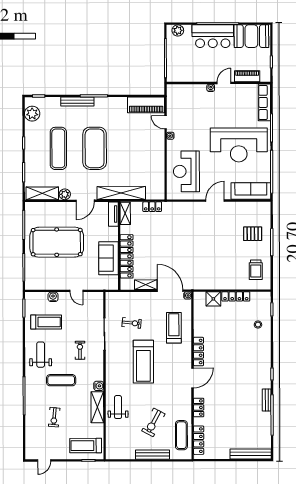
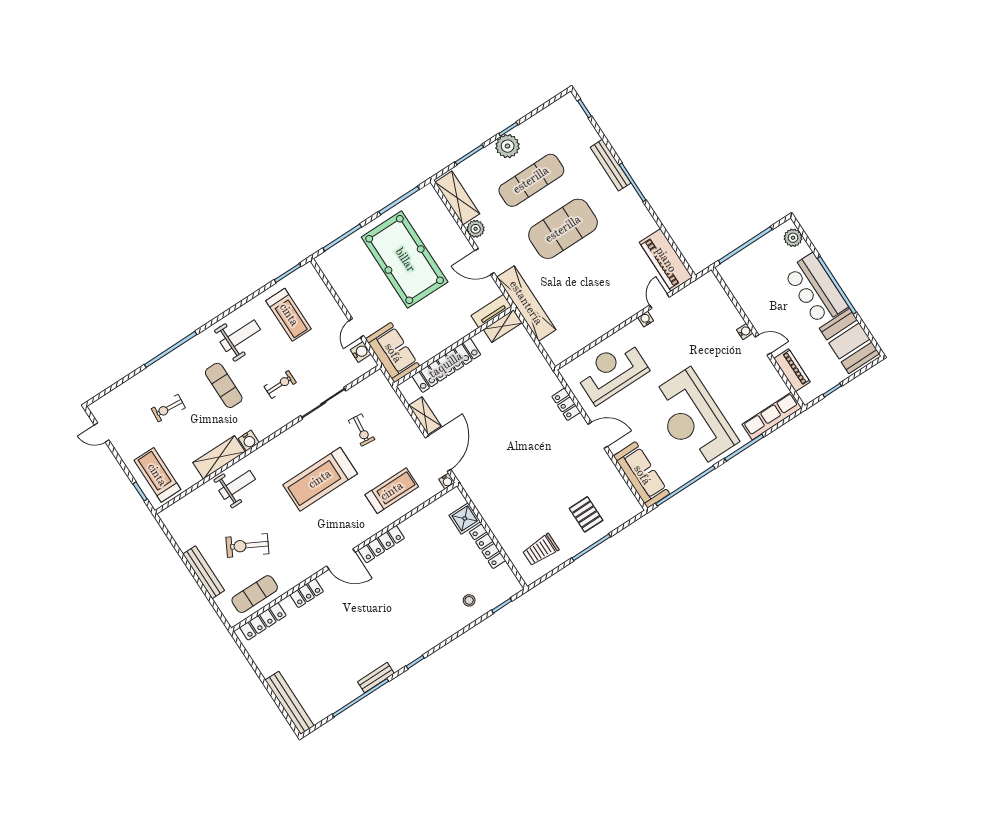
plant: (32, 114) -> (508, 146), moved
locker: (152, 207) -> (566, 404), moved
sofa: (109, 258) -> (393, 353), moved, turned 90
water cooler: (53, 297) -> (361, 352), moved

